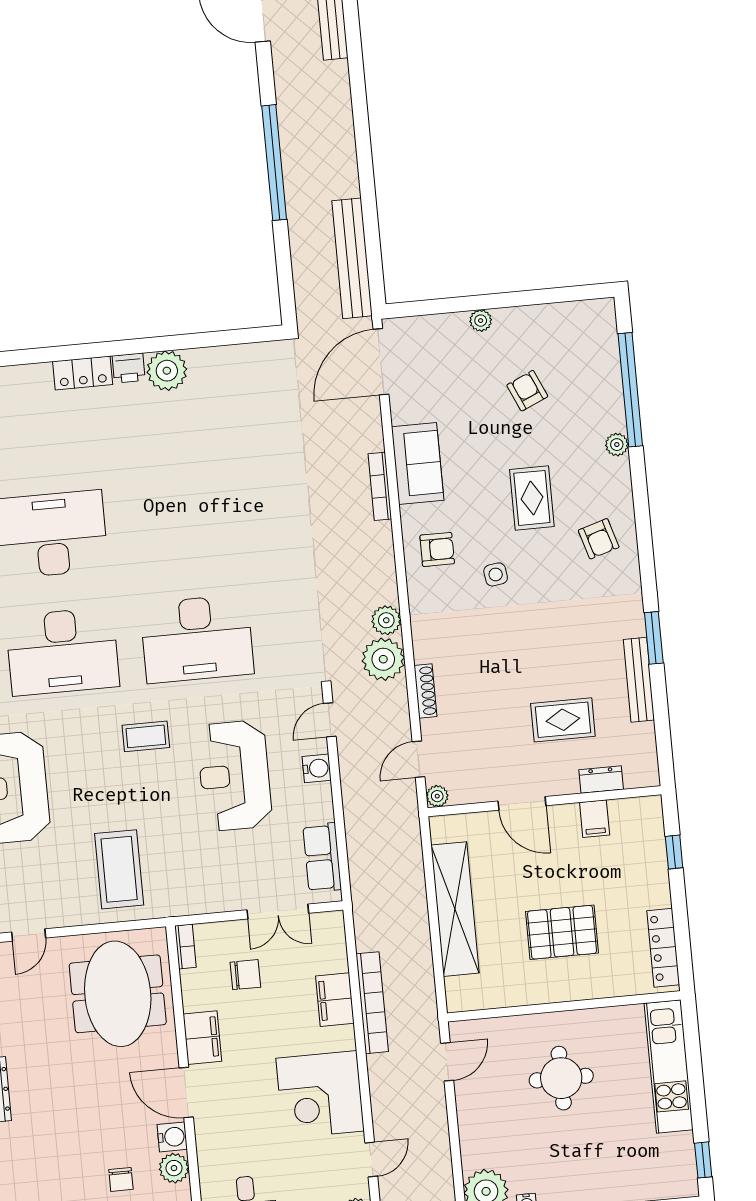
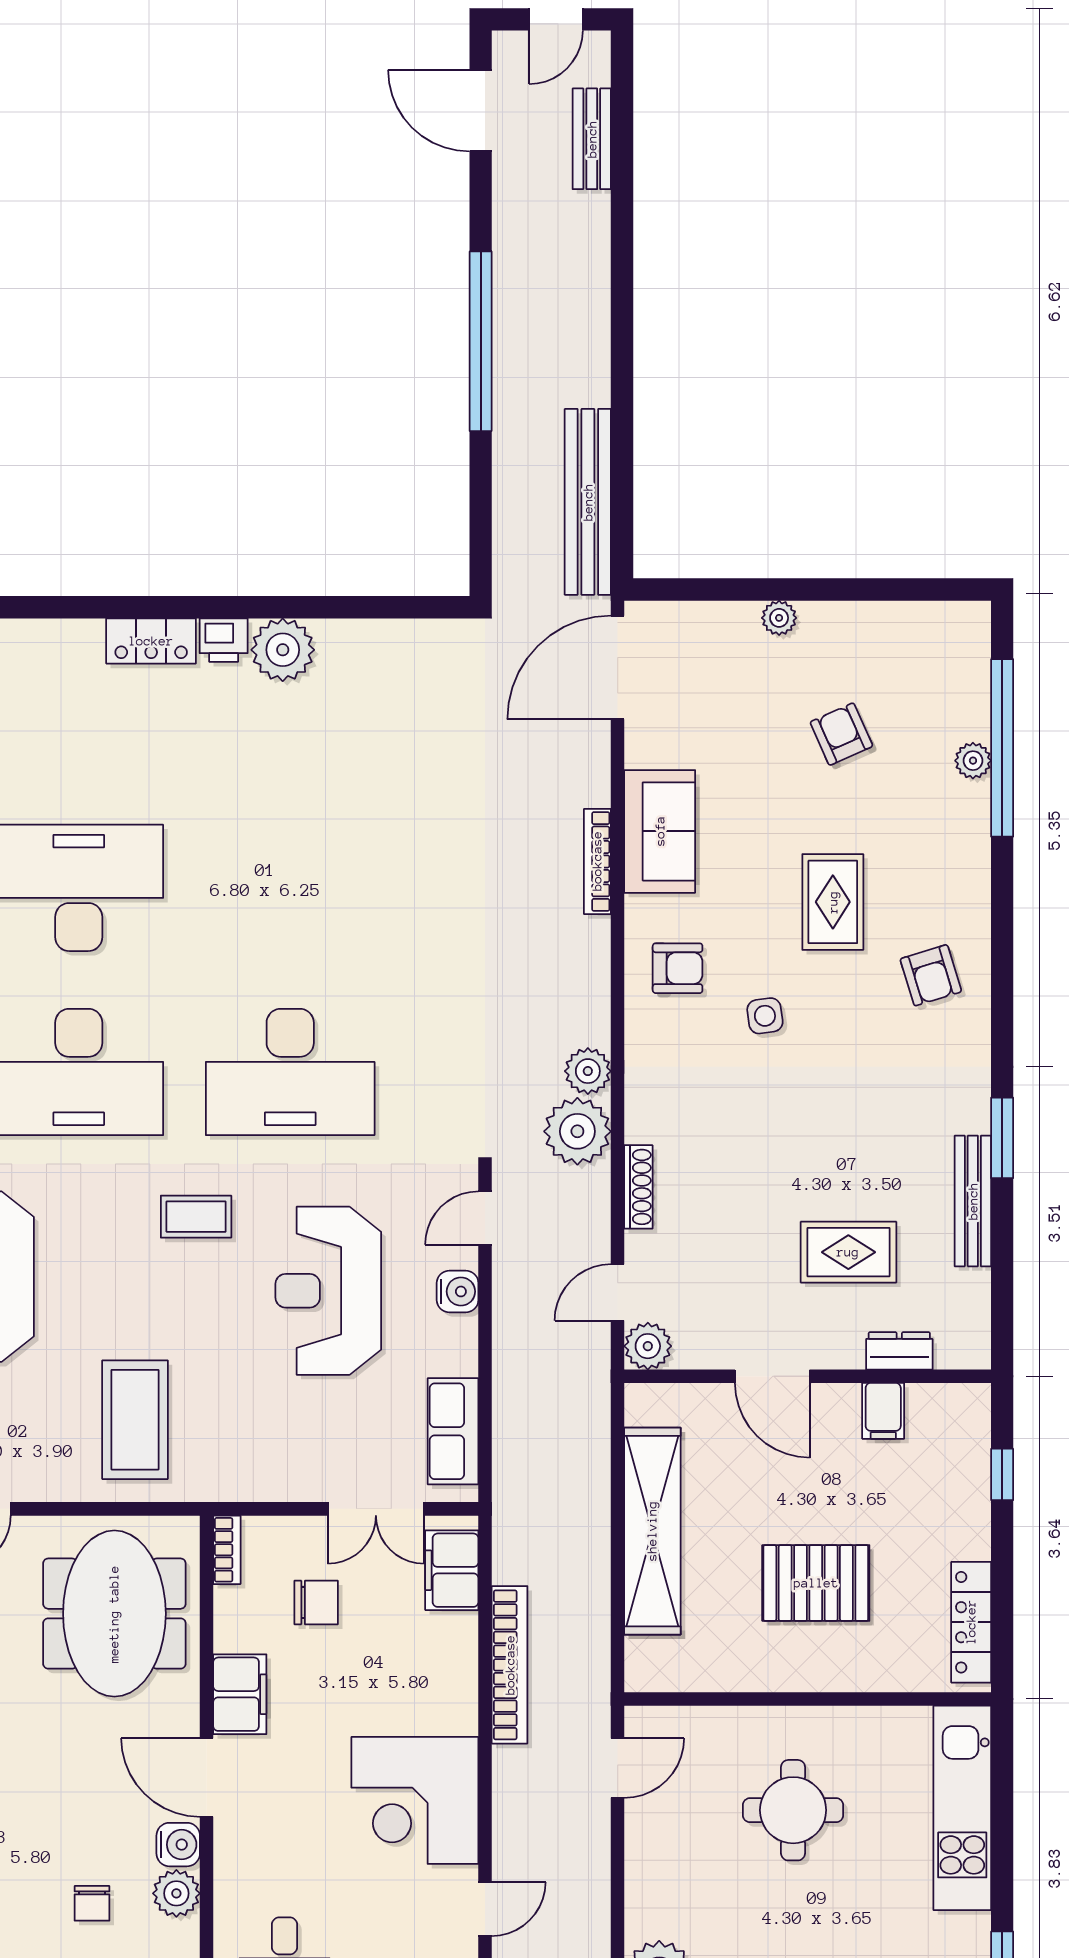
plant: (617, 445) -> (973, 761), moved
plant: (437, 796) -> (648, 1346), width x1.38, depth x1.38
filing cabinet: (335, 1000) -> (452, 1570), moved

